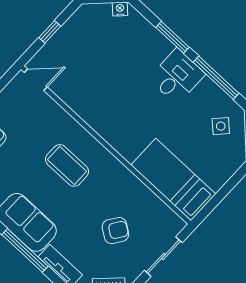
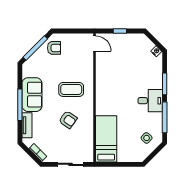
coffee table: (67, 165) -> (71, 89), turned 90
armchair: (115, 231) -> (68, 120), moved

